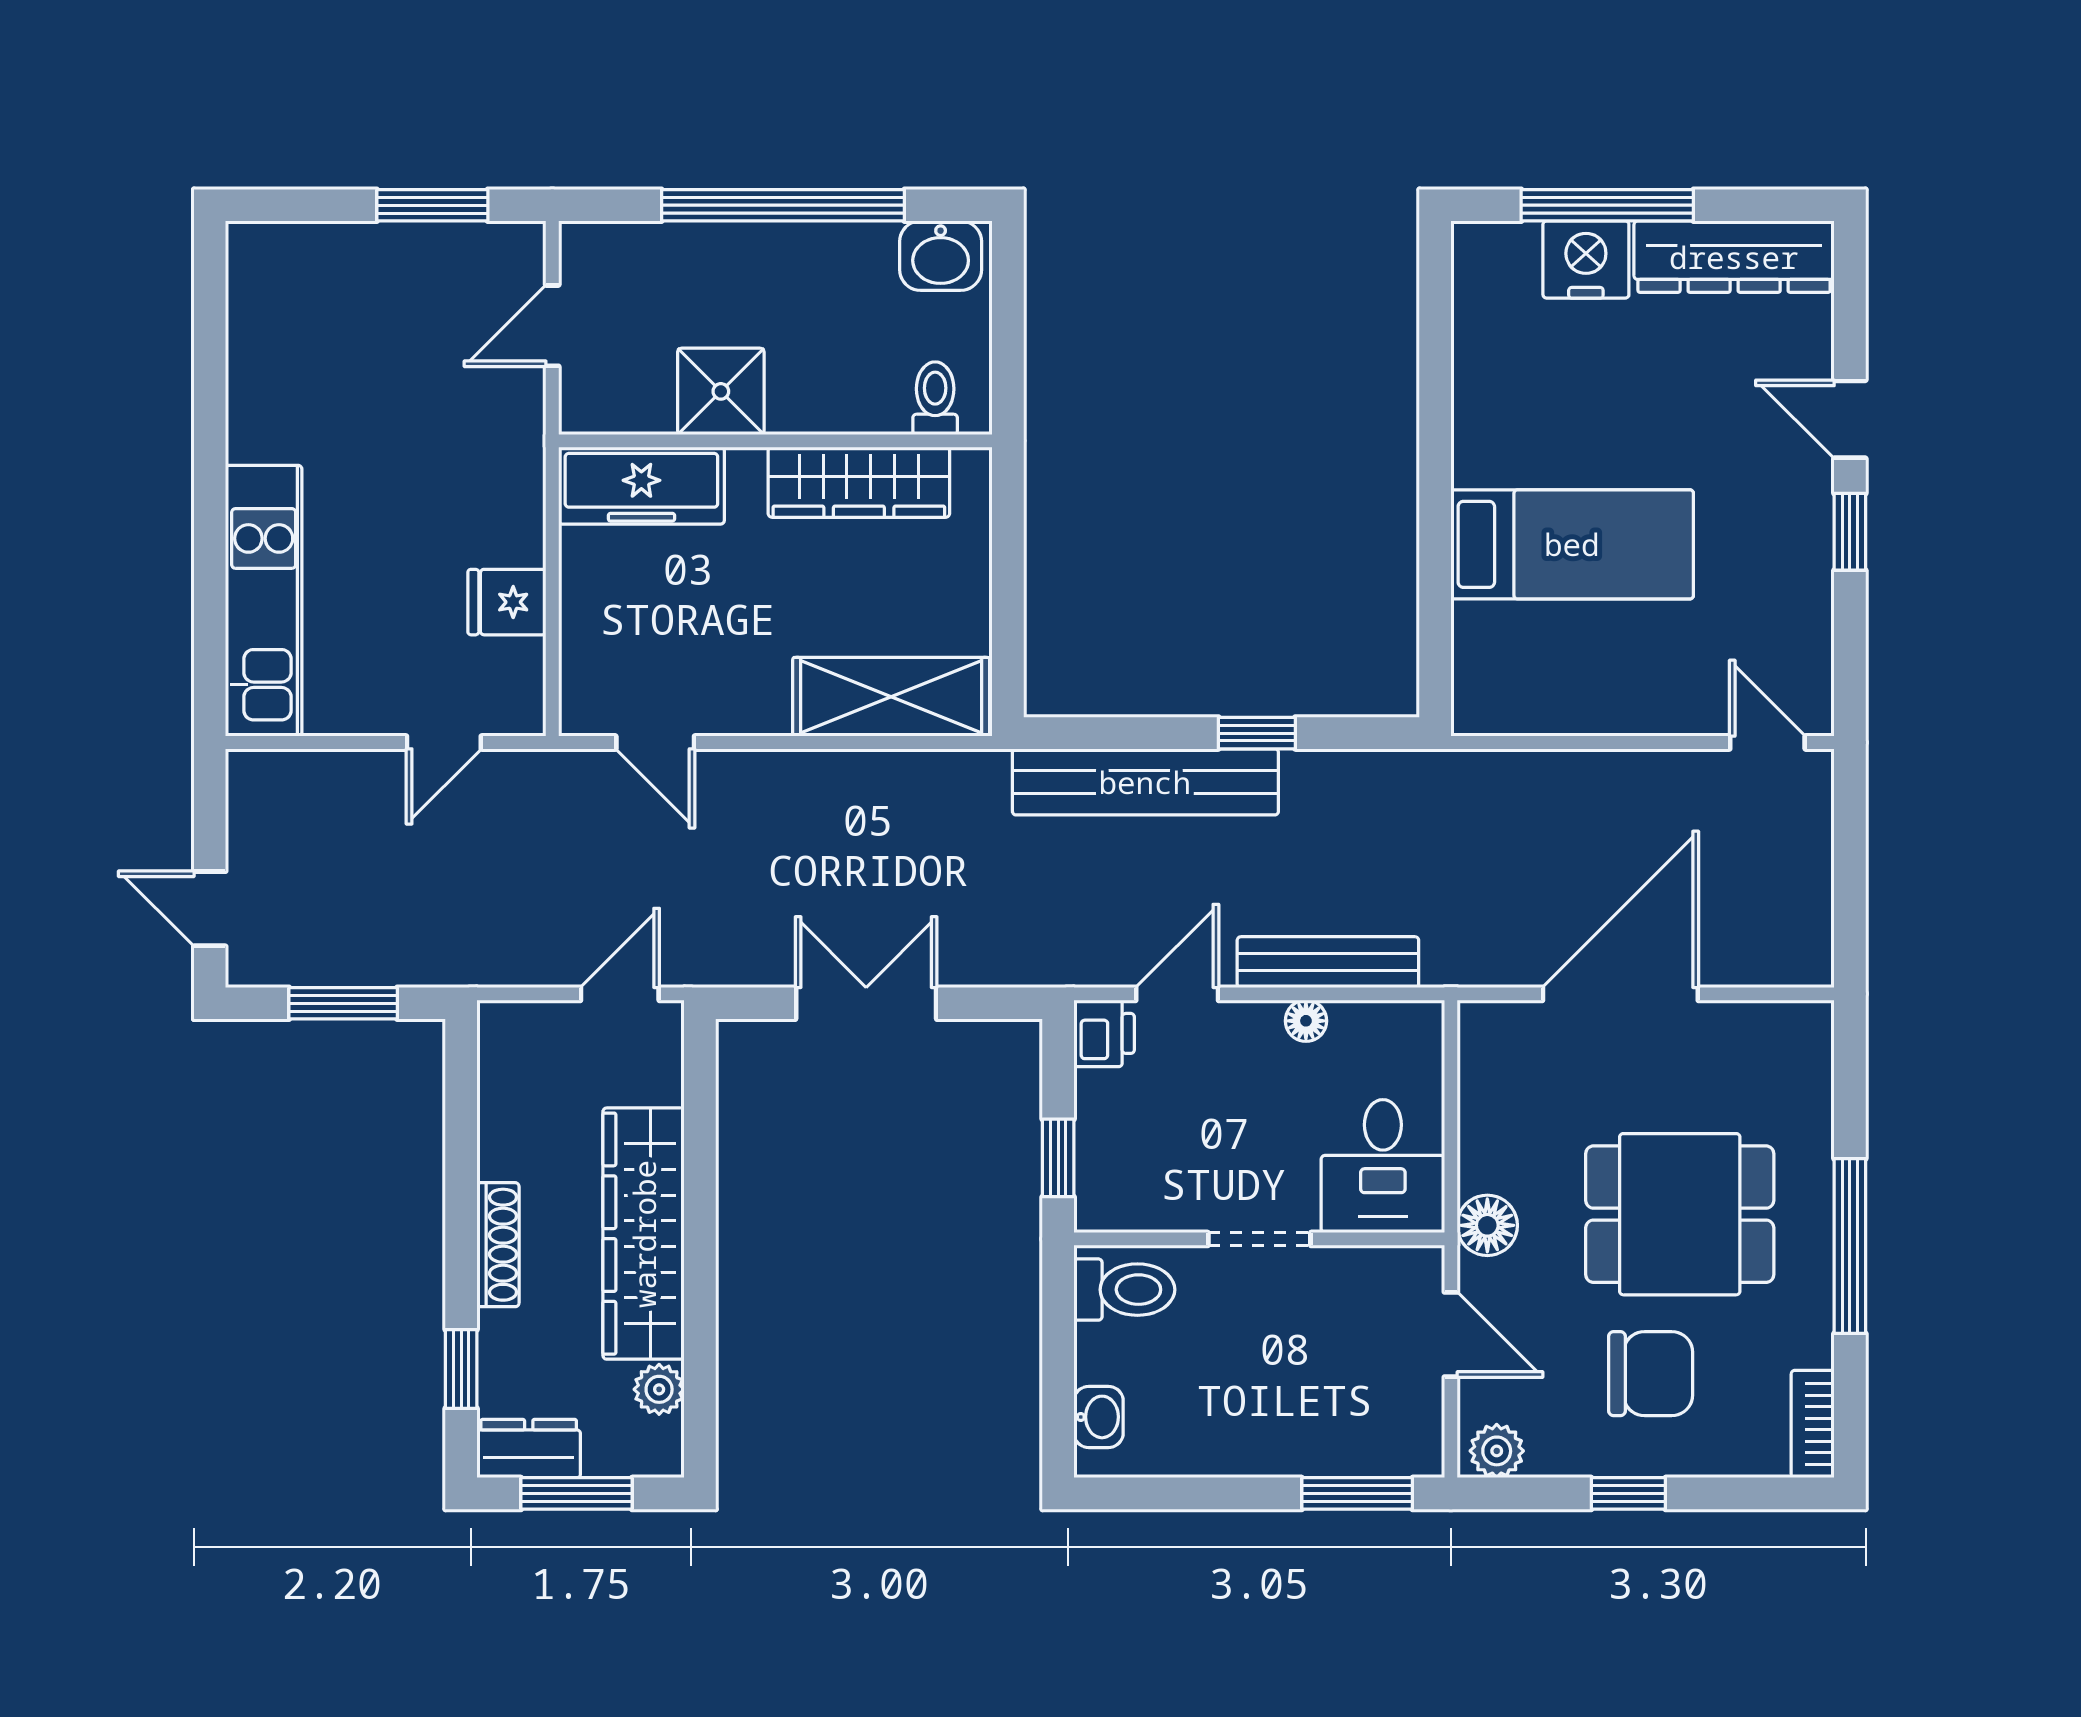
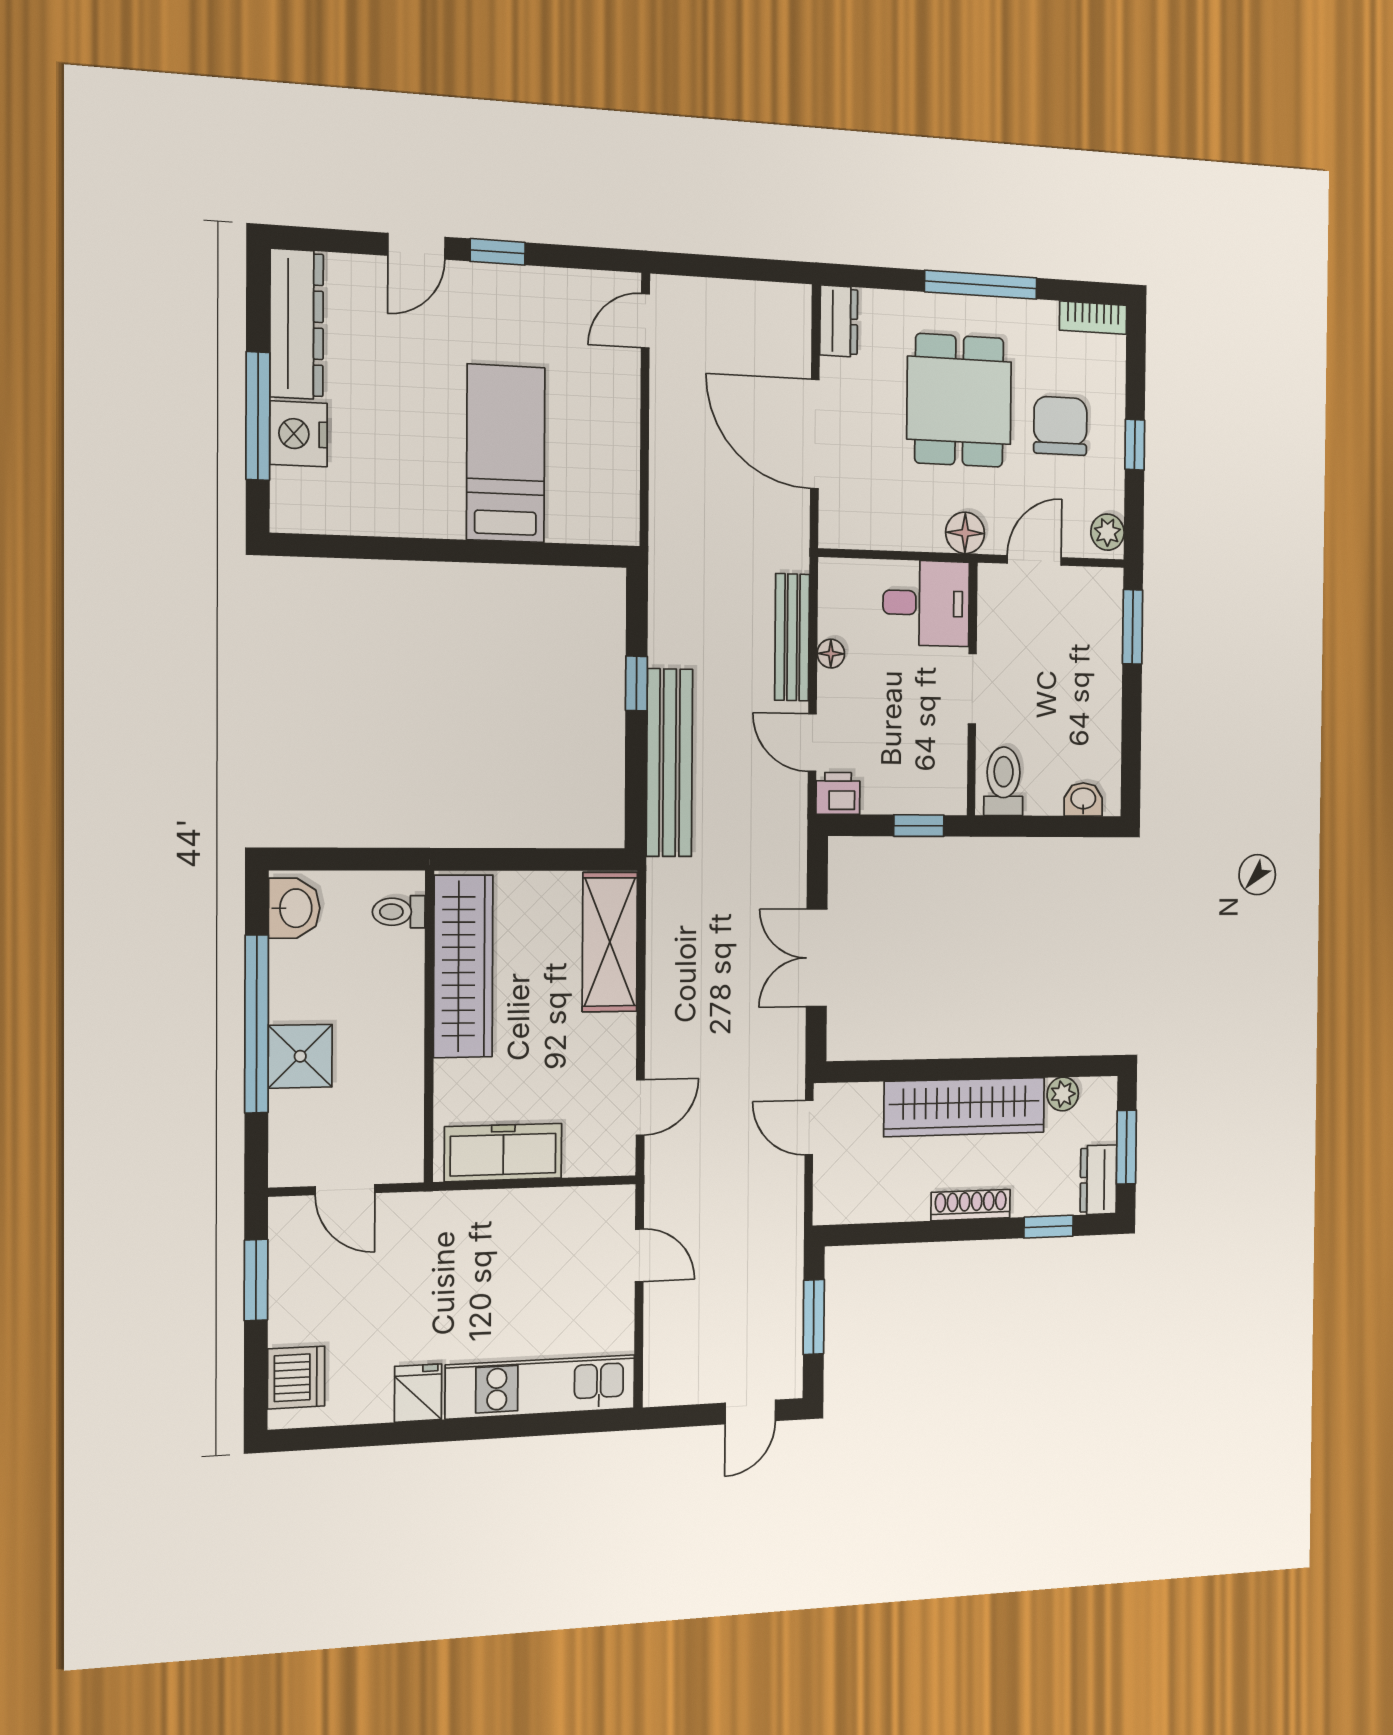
dishwasher: (295, 260) -> (296, 1378), added
shower: (721, 391) -> (300, 1056), moved
wardrobe: (859, 482) -> (463, 966), width x1.40, depth x1.17
freezer: (641, 486) -> (503, 1152), moved, turned -90
fridge: (507, 602) -> (418, 1393), moved, turned 180
dresser: (1784, 1028) -> (839, 321), added

